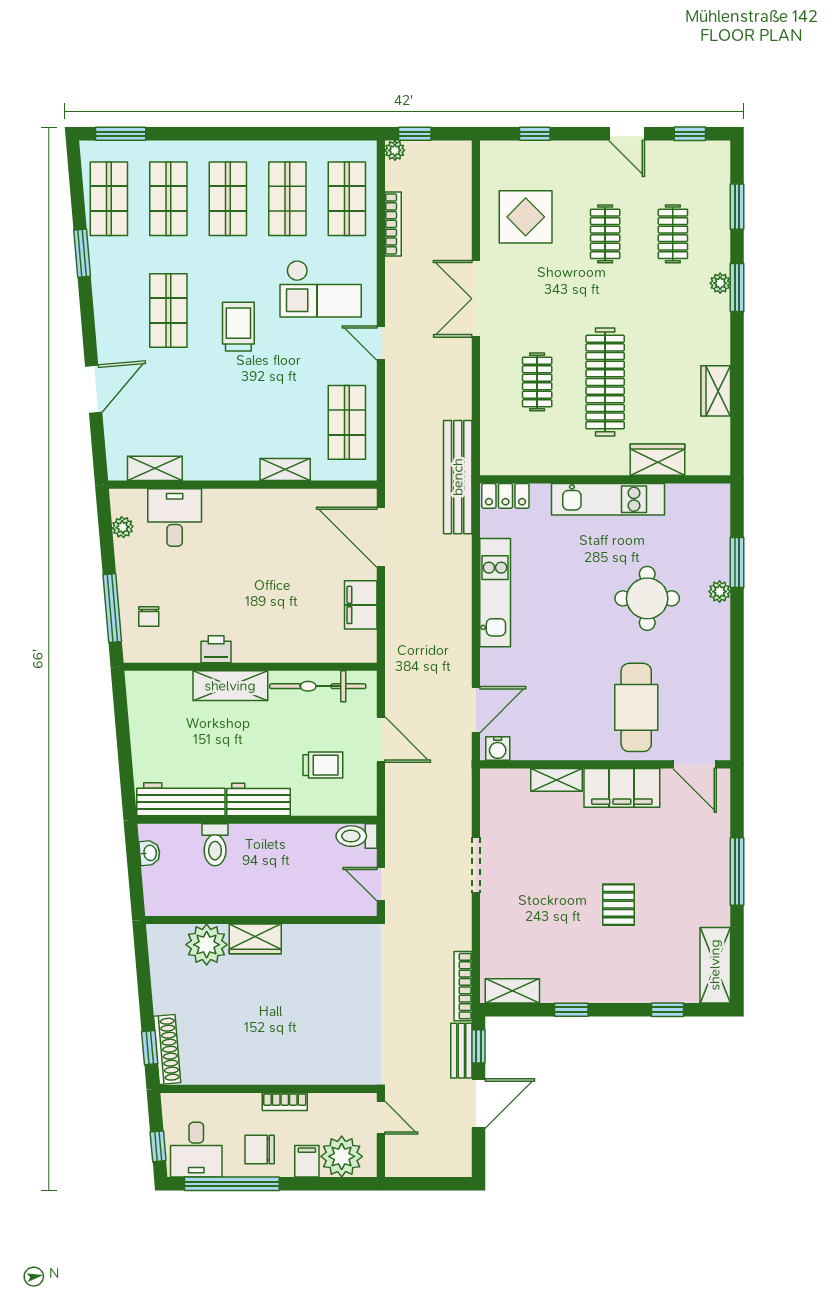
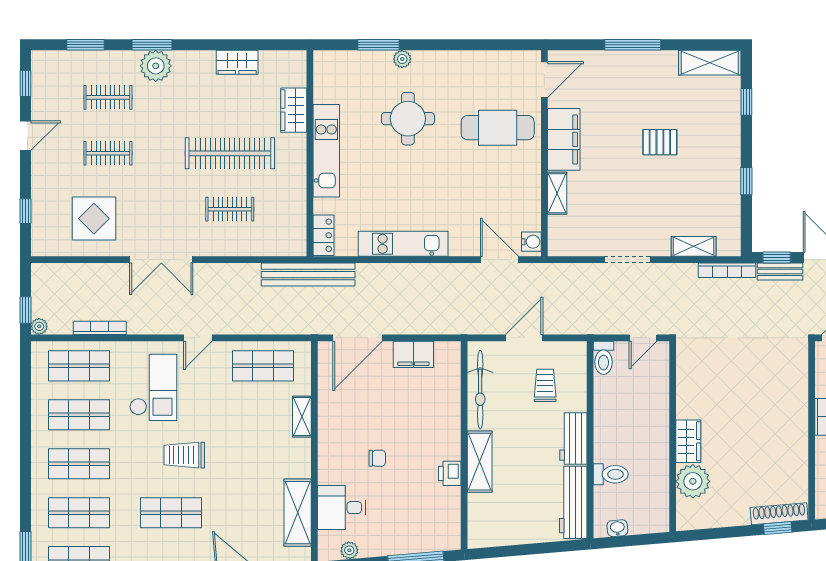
plant: (720, 283) -> (156, 66), width x1.88, depth x1.88
shelving: (155, 468) -> (298, 513), width x1.50, depth x1.33
chair: (149, 616) -> (377, 458), moved
shelving: (512, 991) -> (694, 246), moved, turned 90

